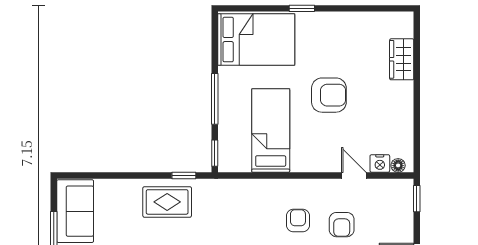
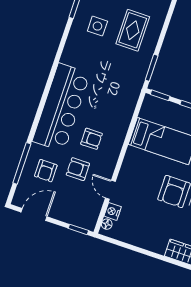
window: (184, 175) -> (152, 68), width x1.50
door: (354, 175) -> (110, 190), swing flipped
rug: (167, 202) -> (133, 30), moved

